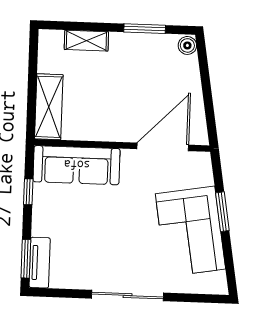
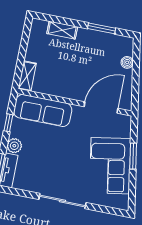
boiler: (187, 45) -> (127, 62), moved
shelving: (49, 107) -> (27, 76), width x0.67, depth x0.75
plant: (43, 225) -> (14, 146), added

